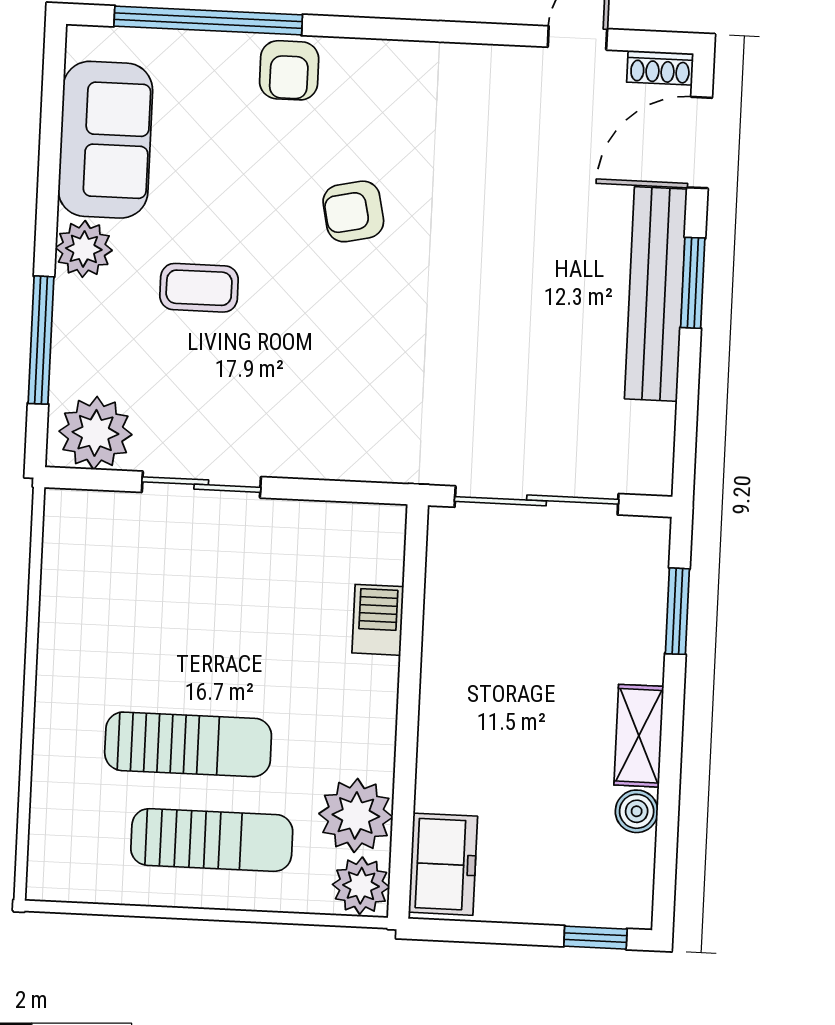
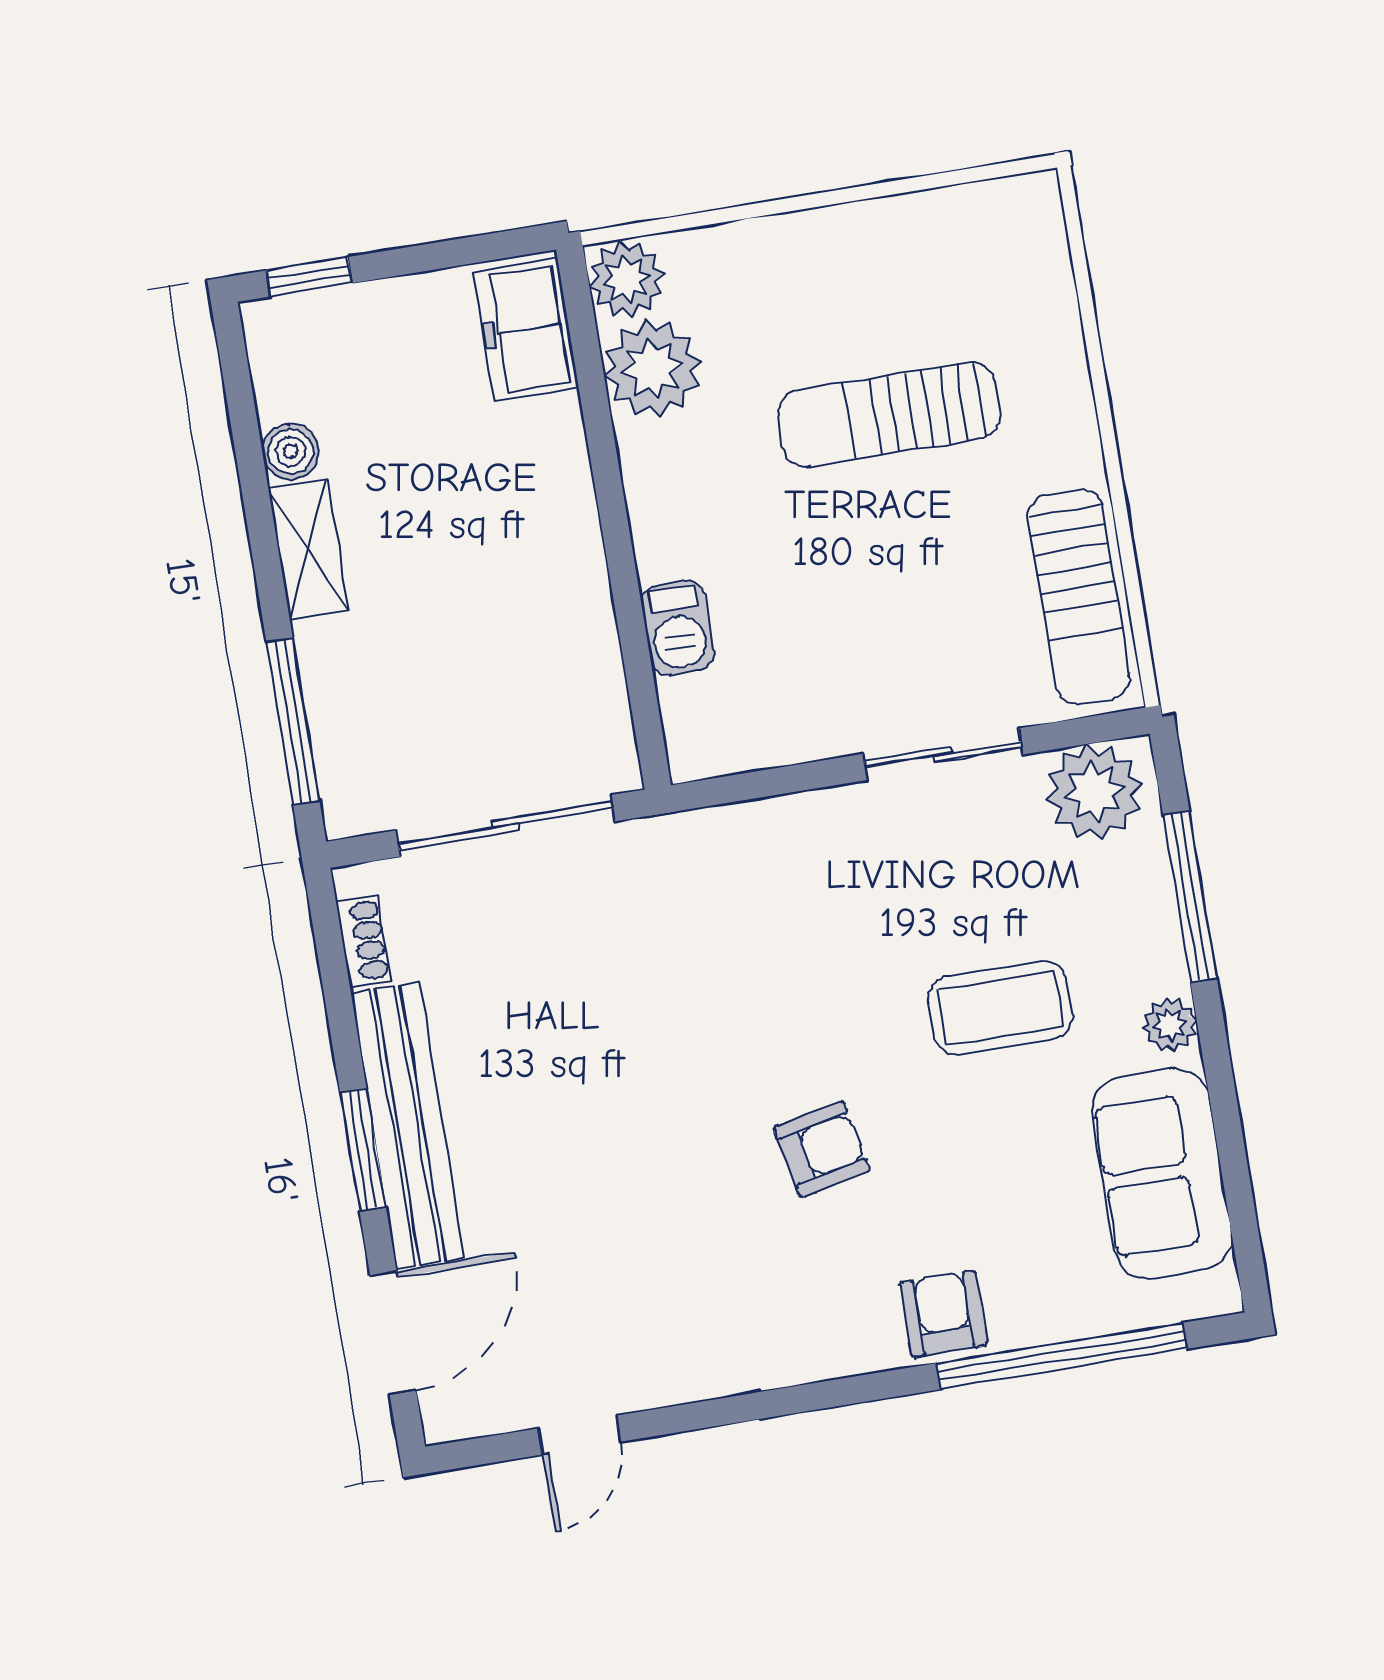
shoe rack: (660, 68) -> (364, 941), moved, turned 90
plant: (84, 249) -> (1170, 1025), width x0.73, depth x0.73
coffee table: (199, 288) -> (1000, 1008), width x1.36, depth x1.30
window: (677, 611) -> (293, 721), width x1.44
sun lounger: (212, 840) -> (1079, 597), moved, turned -90

